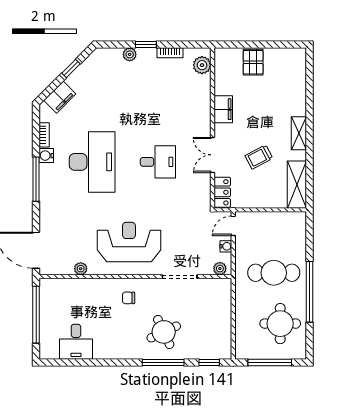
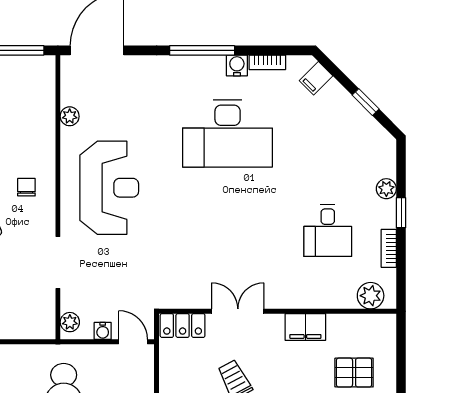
pallet: (253, 62) -> (354, 373), moved
filing cabinet: (60, 97) -> (316, 78), width x0.50
desk: (158, 162) -> (328, 231), moved

